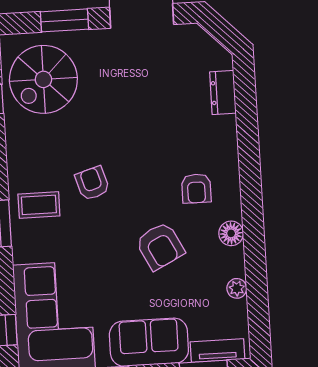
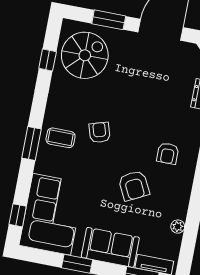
spiral stairs: (43, 79) -> (85, 55), turned 180
floor lamp: (231, 233) -> (183, 189), removed

